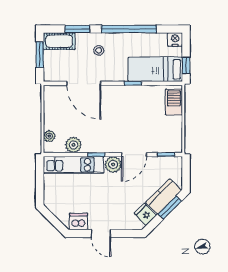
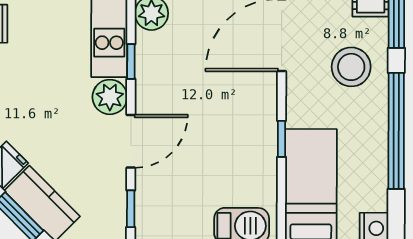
stool: (99, 50) -> (351, 67), width x1.89, depth x1.89
door: (134, 155) -> (131, 141), swing flipped

